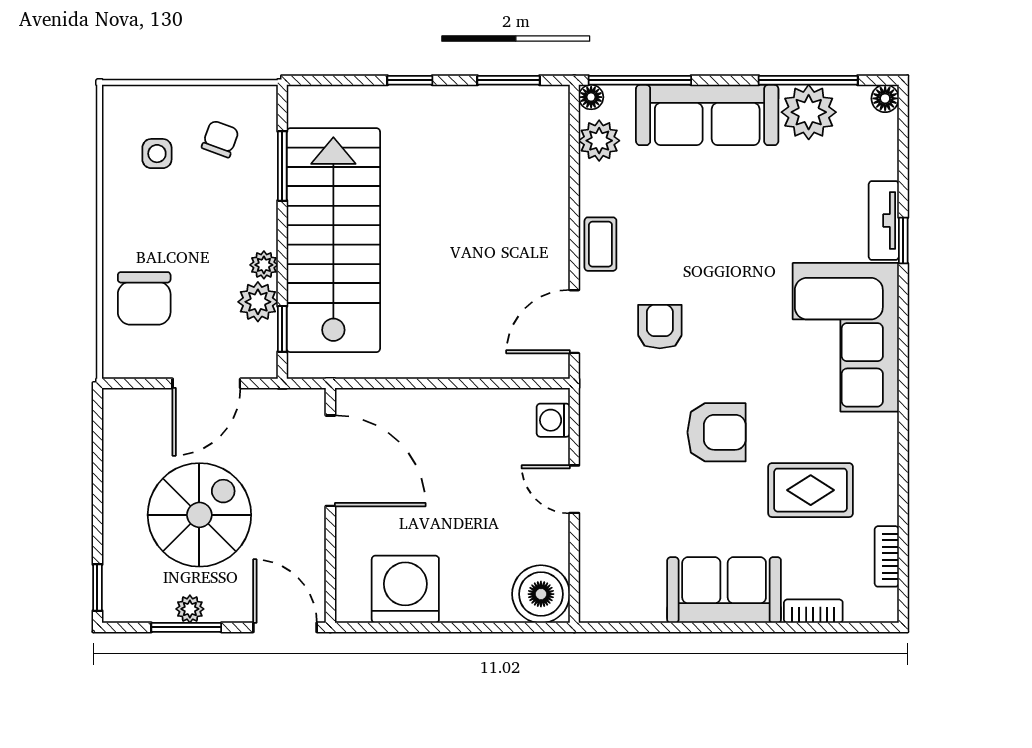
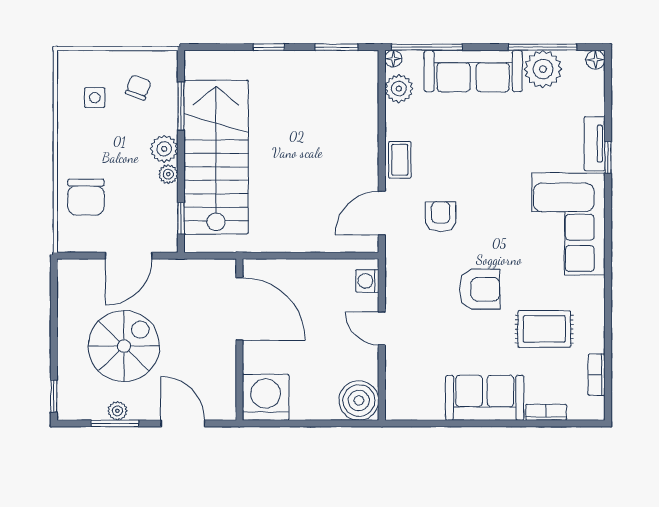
plant: (258, 302) -> (164, 149), moved
door: (330, 461) -> (239, 309), moved
wall: (330, 505) -> (239, 340), moved

